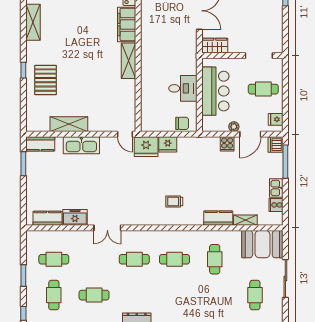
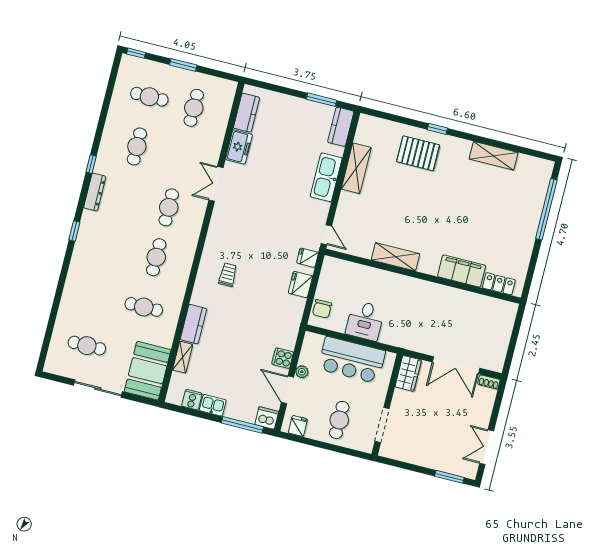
shelving: (129, 61) -> (395, 257), moved
door: (125, 134) -> (326, 235), swing flipped
fridge: (146, 147) -> (308, 258), width x0.53, depth x0.75

